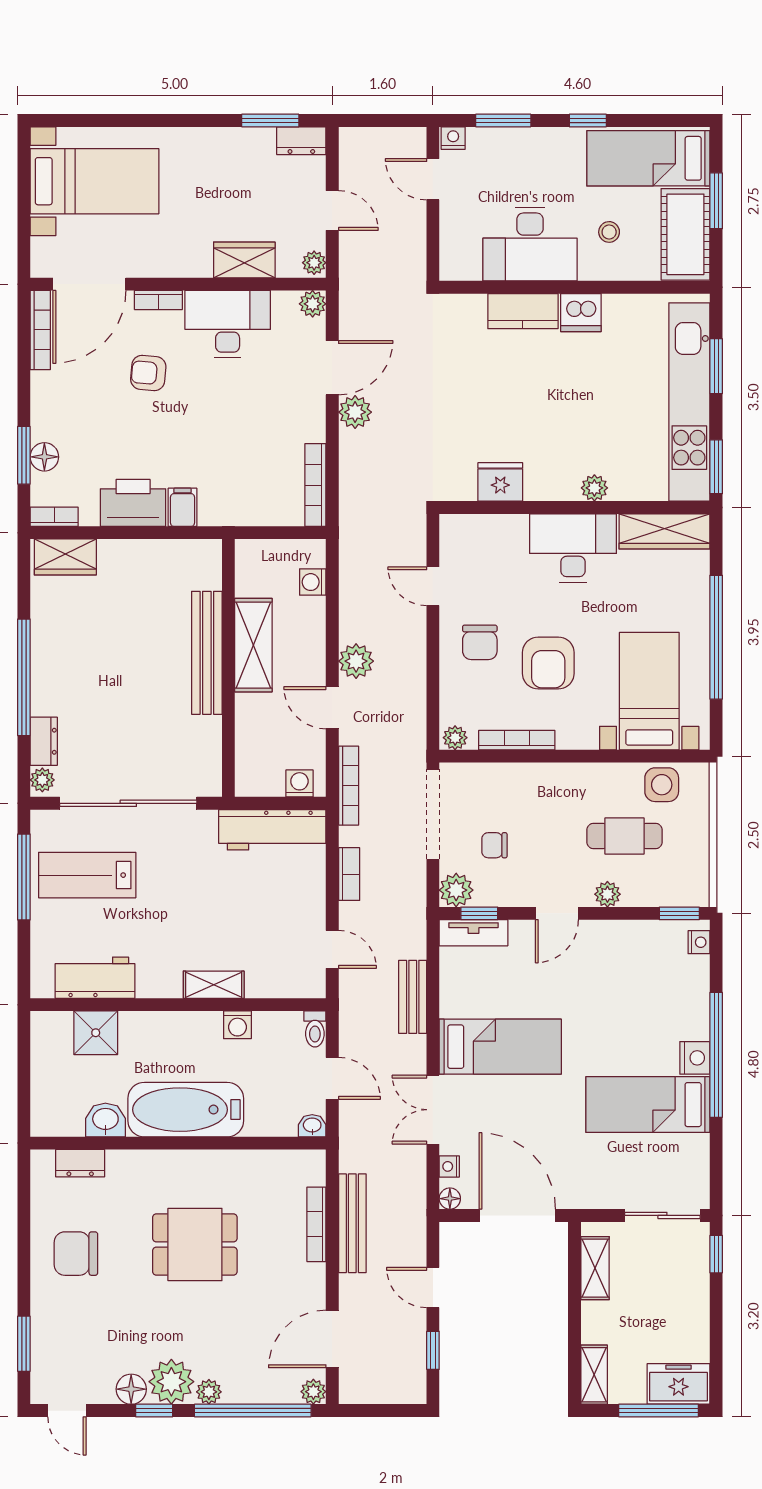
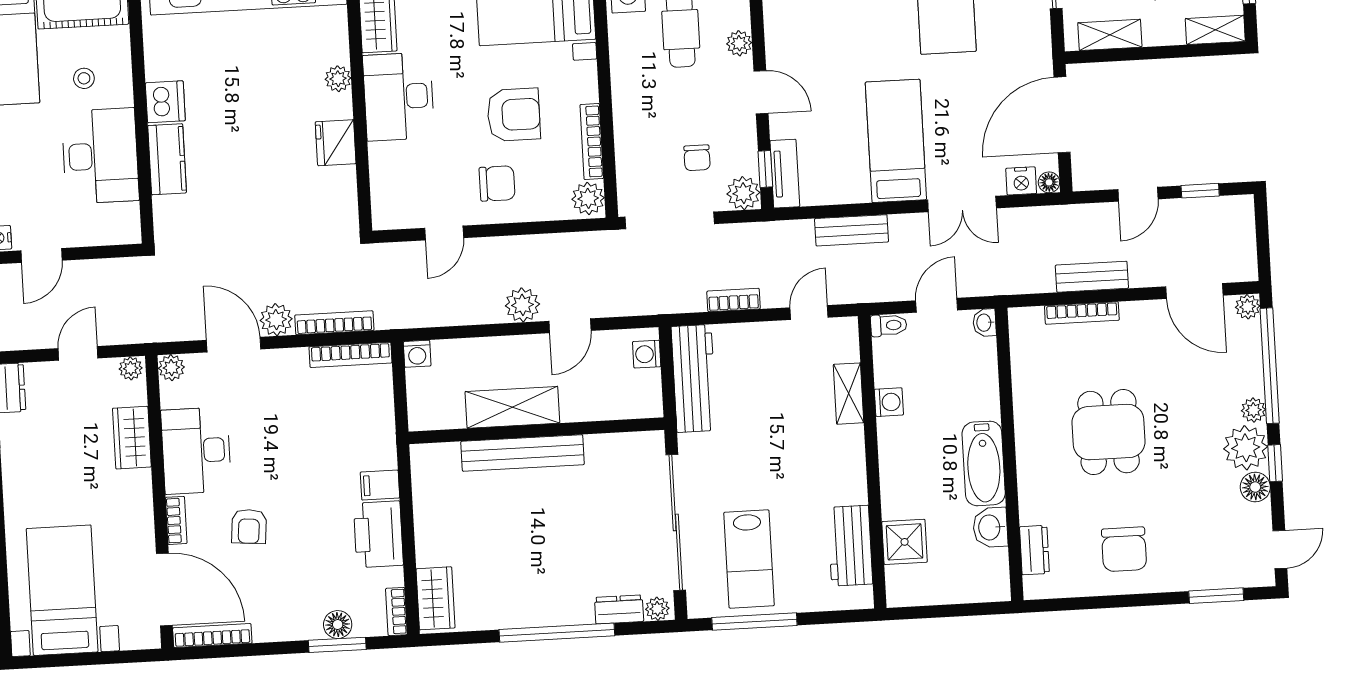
fridge: (500, 482) -> (336, 143), moved
washing machine: (313, 582) -> (417, 354), moved
plant: (455, 738) -> (588, 198), width x1.38, depth x1.38
bookcase: (349, 786) -> (334, 323), moved
shelving: (214, 985) -> (849, 394), moved
bathtub: (186, 1110) -> (984, 463), width x0.73, depth x0.73
nightstand: (449, 1166) -> (1021, 181), width x1.39, depth x1.35
bench: (352, 1223) -> (1092, 277), width x0.73

